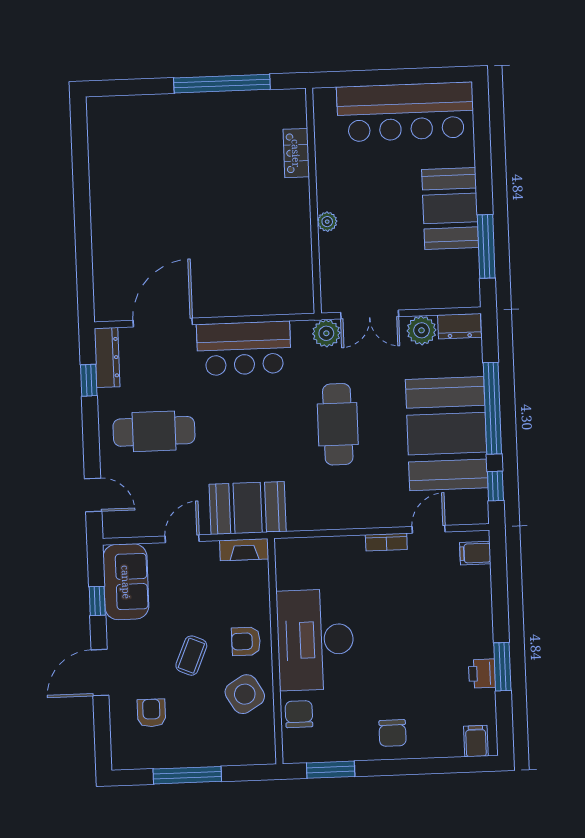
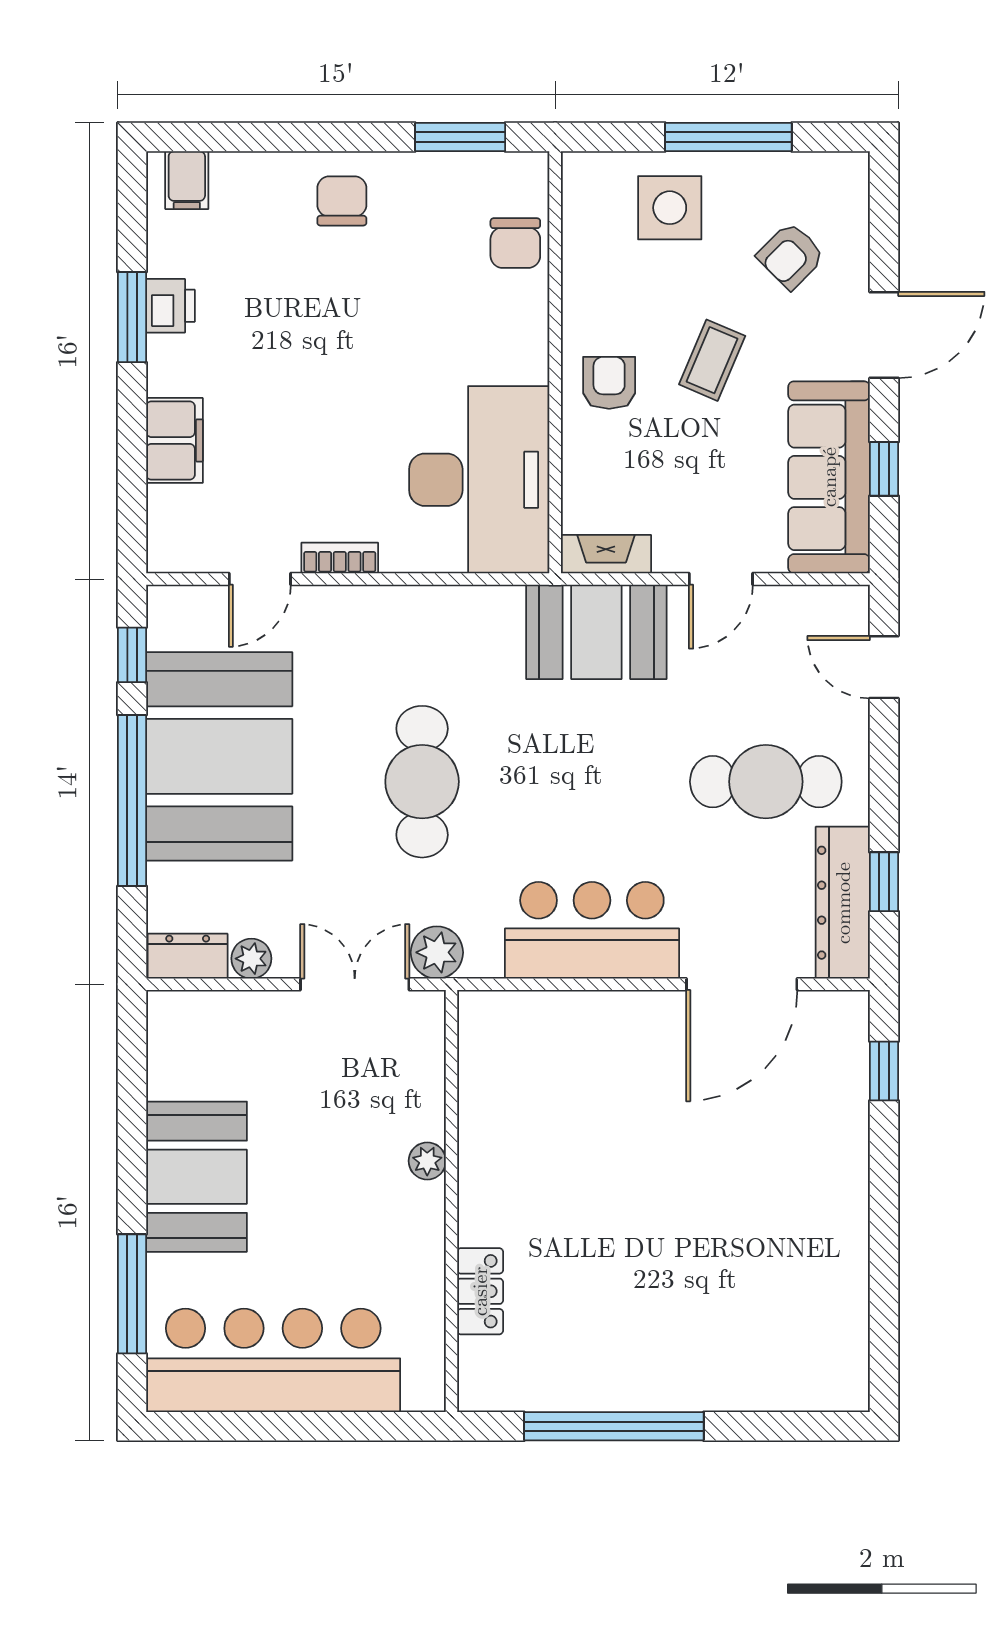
window: (486, 246) -> (132, 1294), moved
window: (85, 279) -> (884, 1071), added
plant: (421, 330) -> (251, 959), width x0.73, depth x0.73
dresser: (107, 357) -> (843, 903), width x1.37, depth x1.24
filing cabinet: (475, 553) -> (174, 440), moved, width x2.00
sofa: (126, 582) -> (829, 477), width x1.36
desk: (315, 640) -> (479, 480), moved
armchair: (246, 641) -> (609, 383), turned -90
side table: (245, 694) -> (670, 208), moved, turned 31
armchair: (151, 713) -> (791, 256), turned 45

